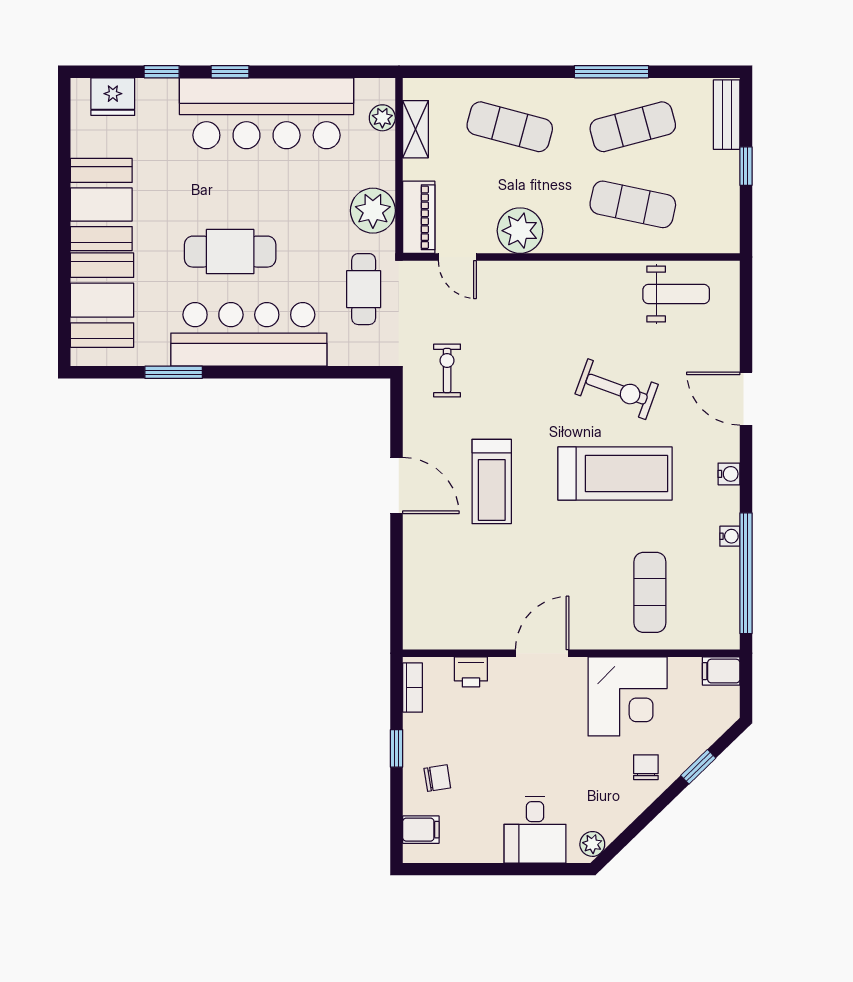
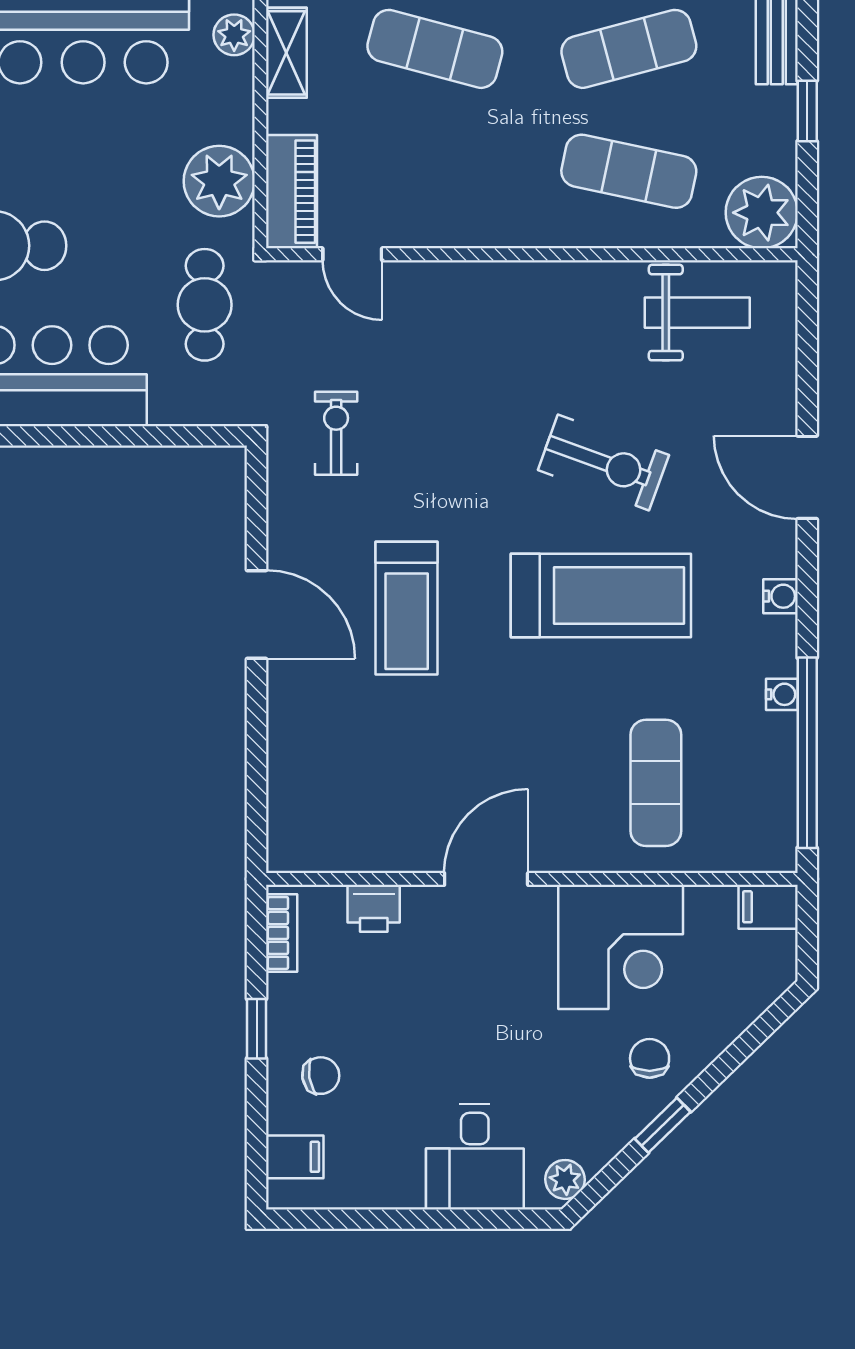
plant: (520, 231) -> (762, 213), moved
window: (698, 767) -> (663, 1125), moved

